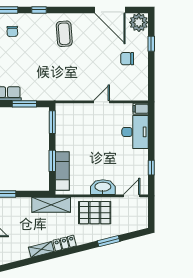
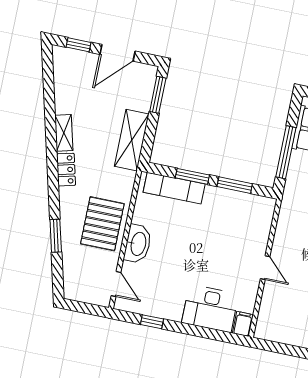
window: (24, 104) -> (286, 152), width x1.44
window: (52, 122) -> (235, 185), moved
shelving: (51, 205) -> (132, 140), moved

